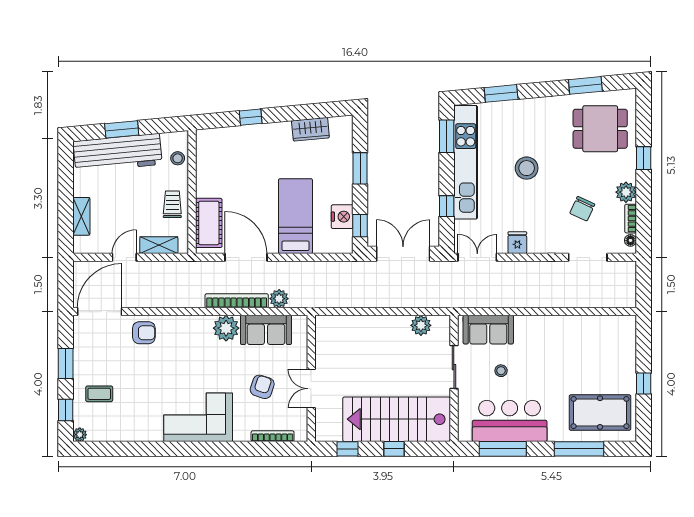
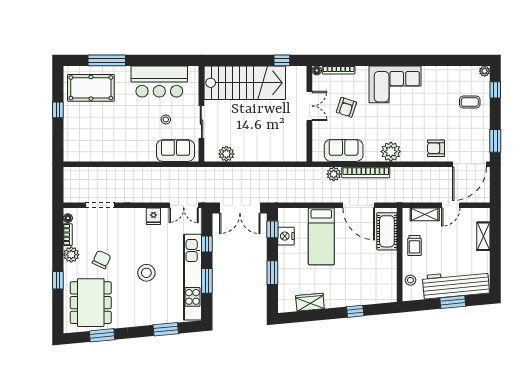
dining table: (600, 129) -> (91, 303), width x1.38
window: (447, 136) -> (207, 281), moved
chair: (582, 209) -> (102, 259), moved
plant: (226, 328) -> (391, 152), moved
window: (66, 364) -> (495, 141), moved
floor lamp: (302, 436) -> (317, 70), added
window: (394, 449) -> (247, 60), removed
window: (503, 449) -> (164, 60), removed

